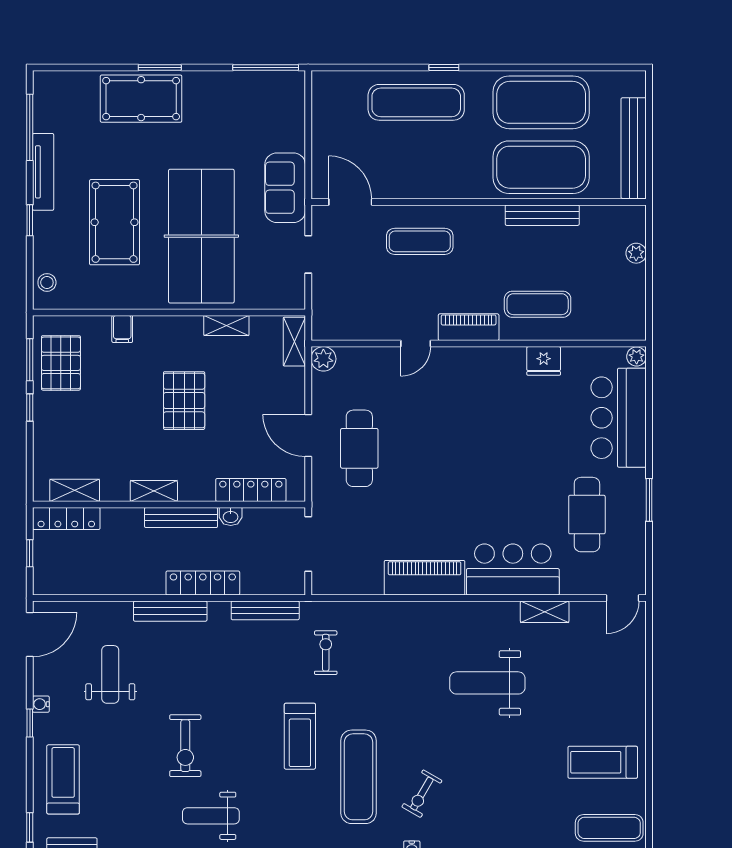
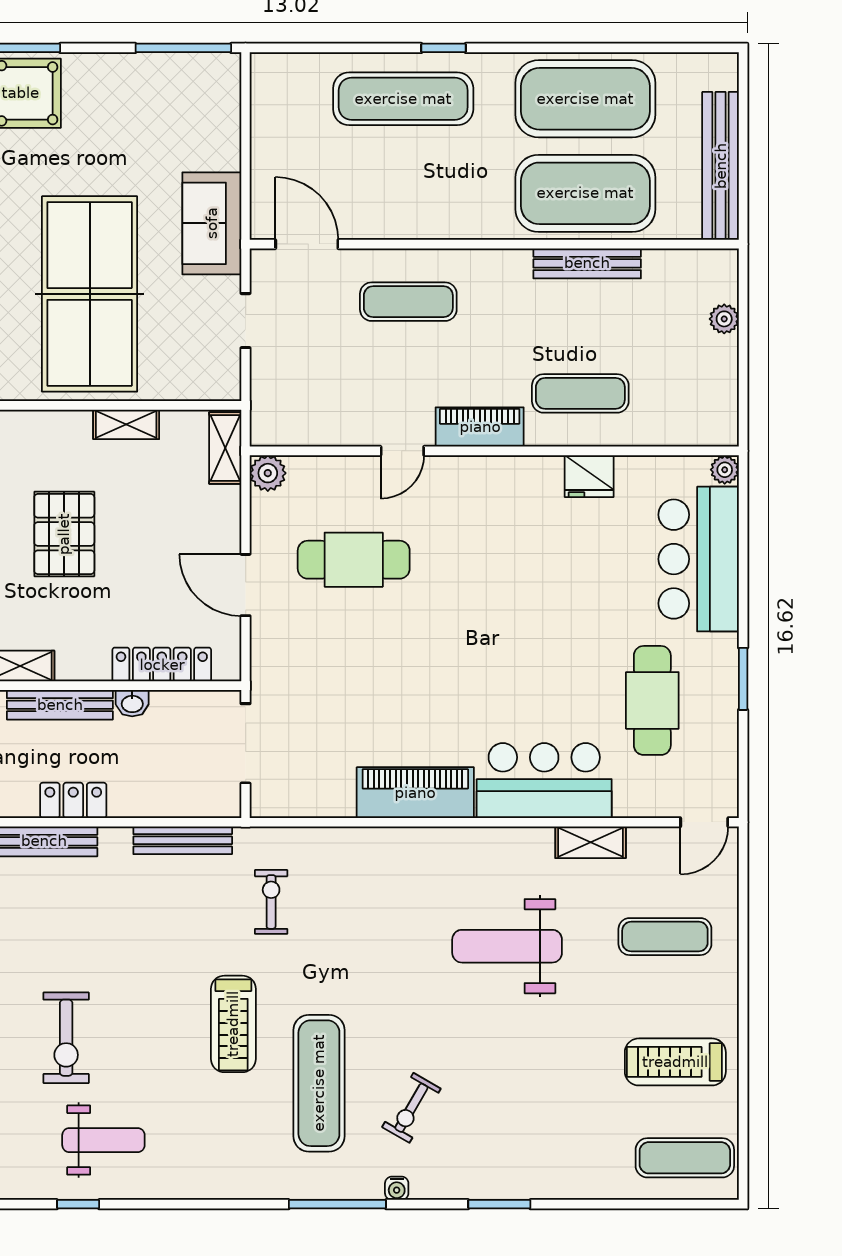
cafe table: (359, 448) -> (354, 560), moved, turned 90
locker: (203, 583) -> (73, 800), width x0.66
exercise mat: (596, 676) -> (665, 937), added
weight bench: (211, 816) -> (103, 1140), turned 180

